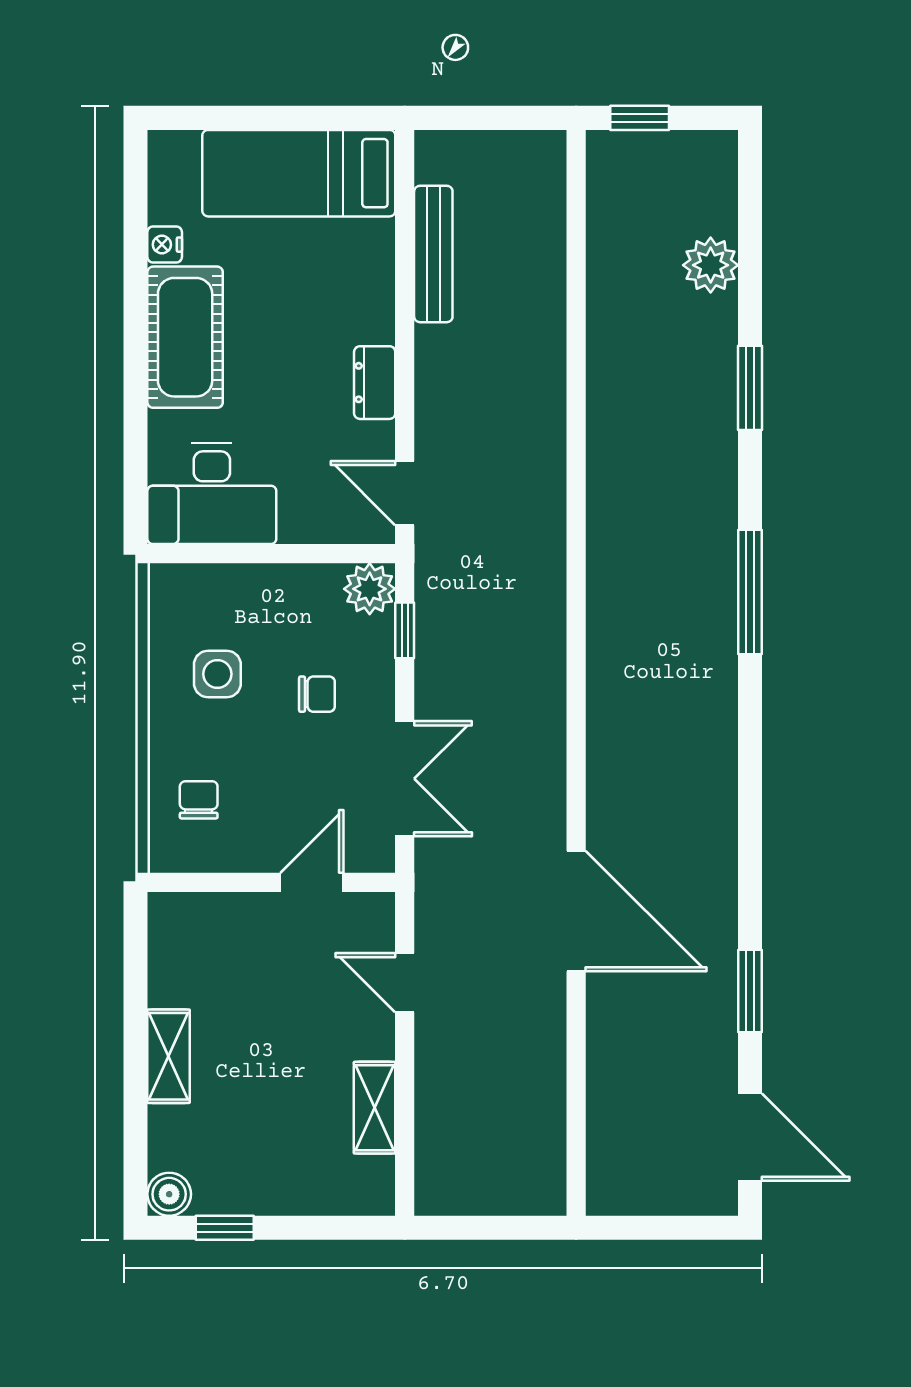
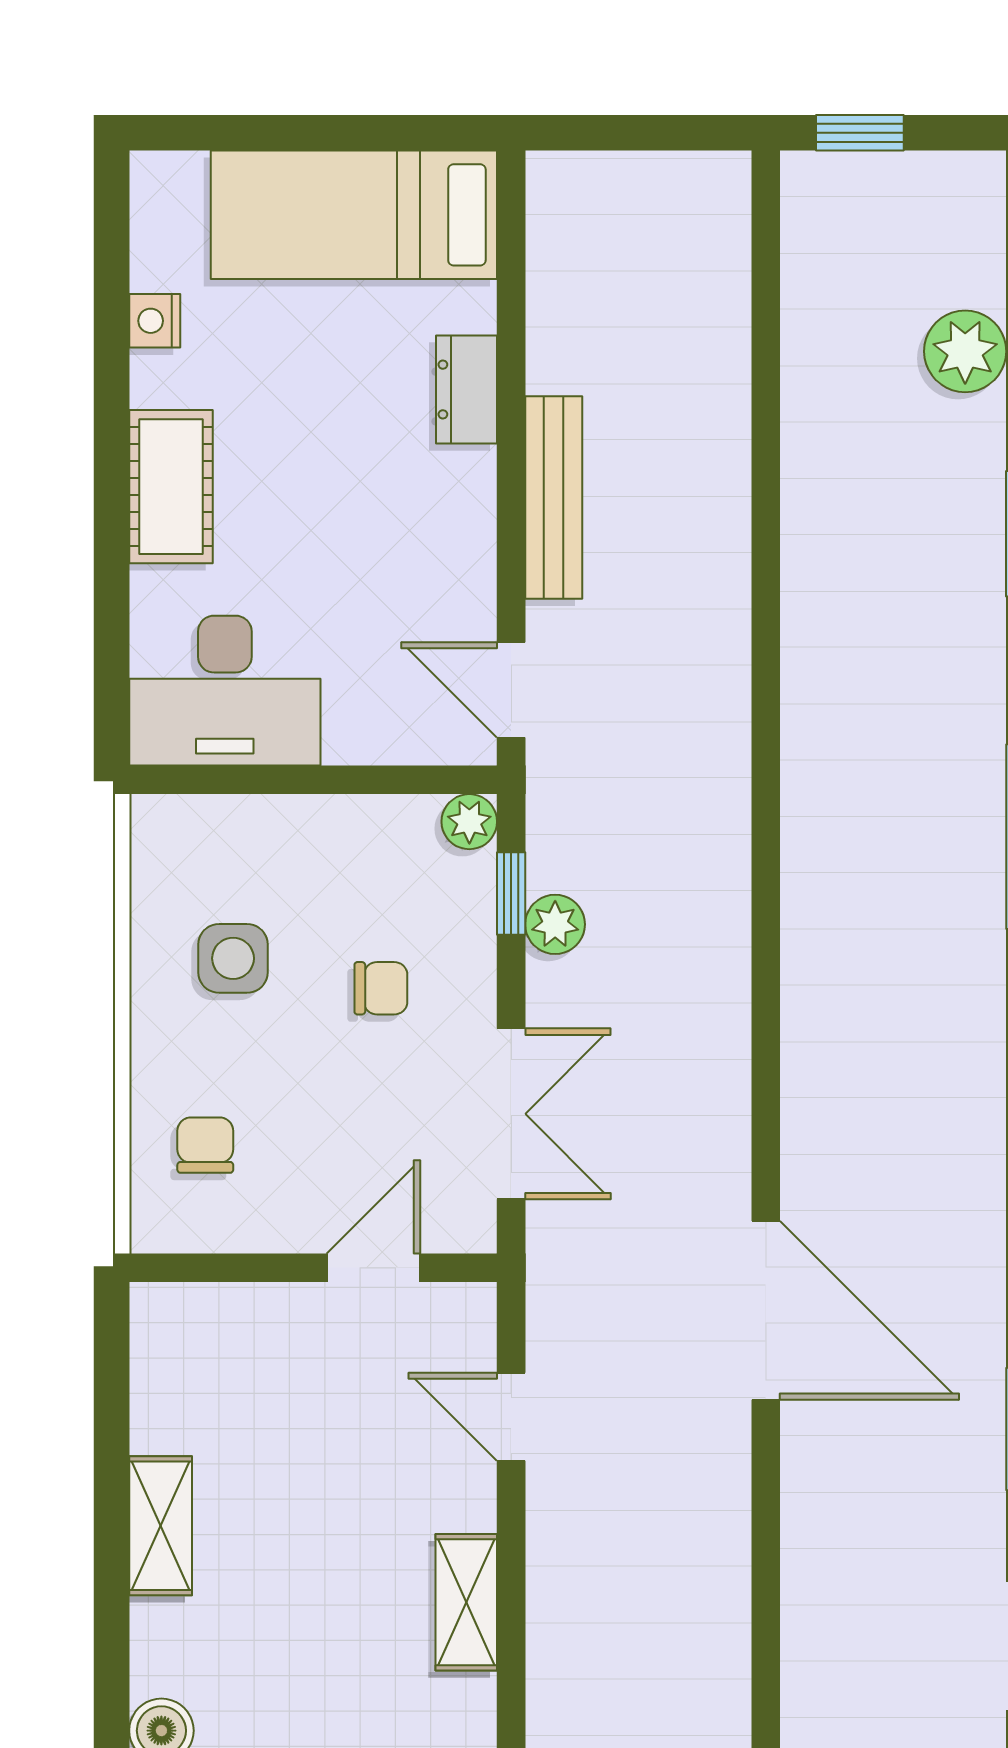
bench: (433, 254) -> (554, 498), moved
cot: (185, 337) -> (171, 487), width x0.73, depth x0.75
dresser: (375, 383) -> (467, 389), moved
plant: (370, 589) -> (469, 822), width x0.73, depth x0.73
plant: (434, 651) -> (555, 924), added

